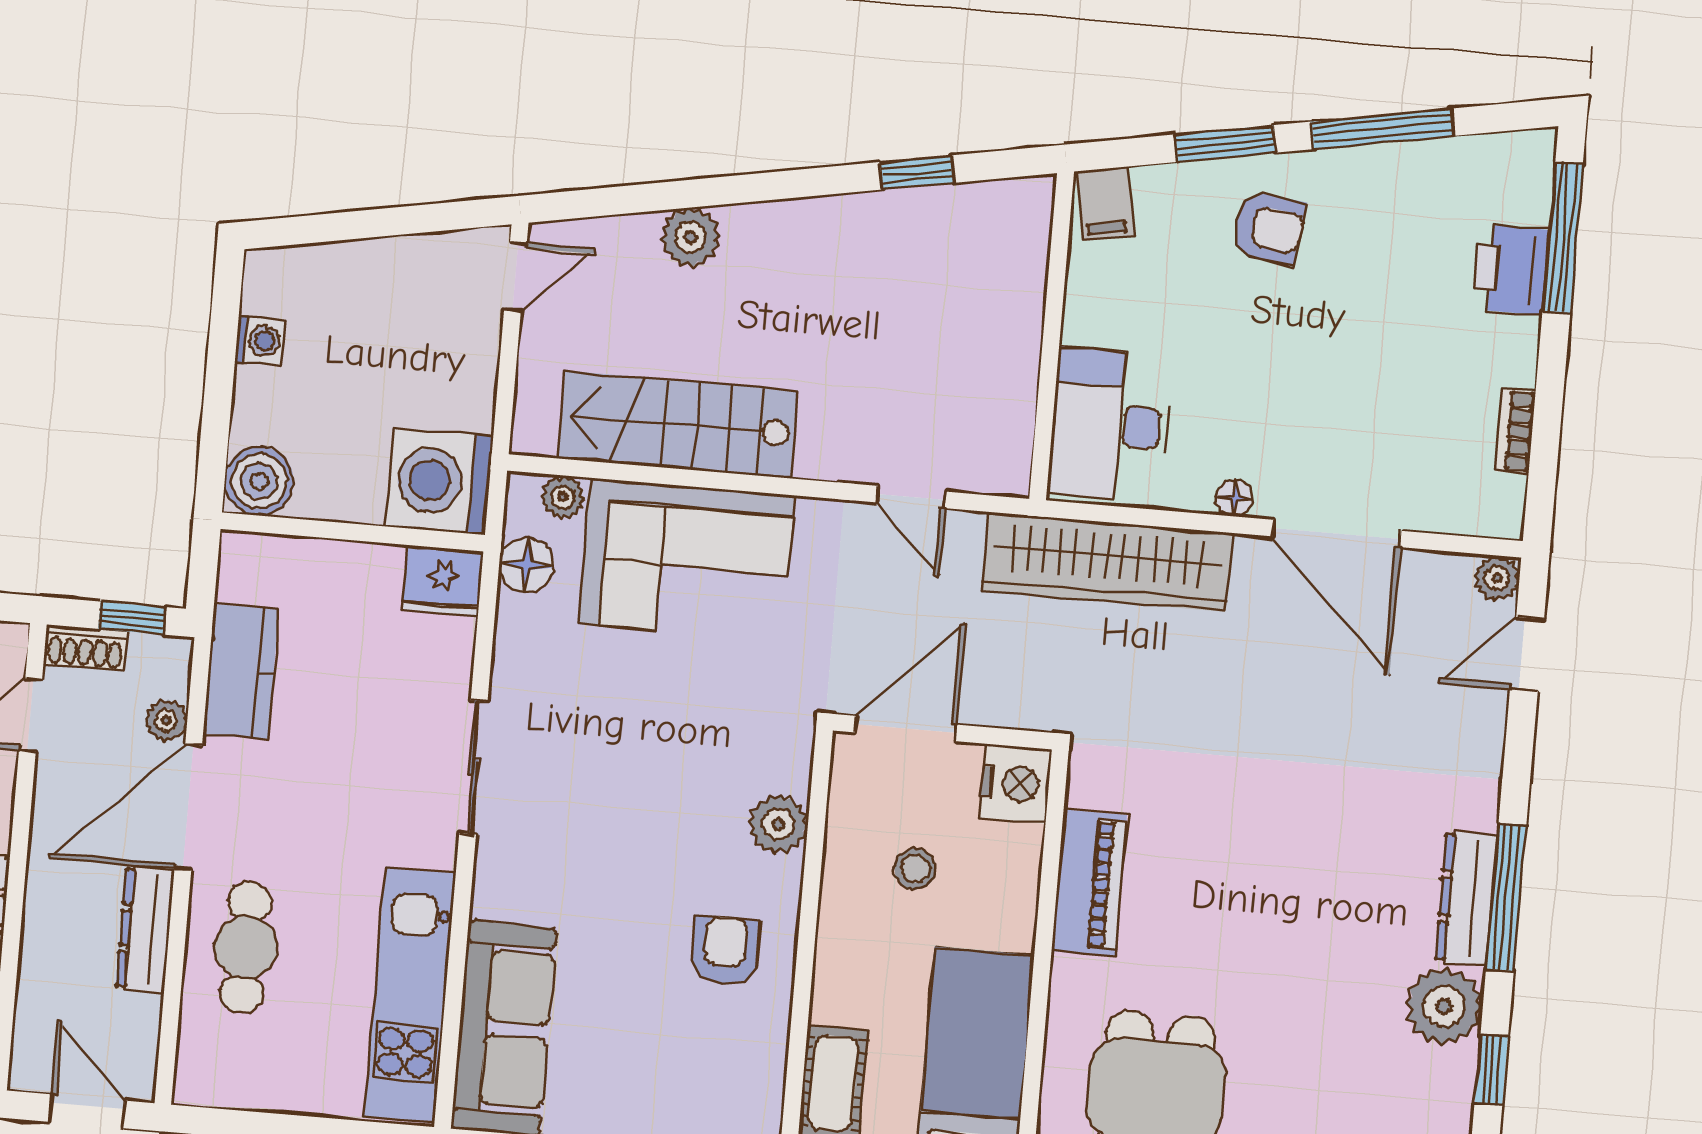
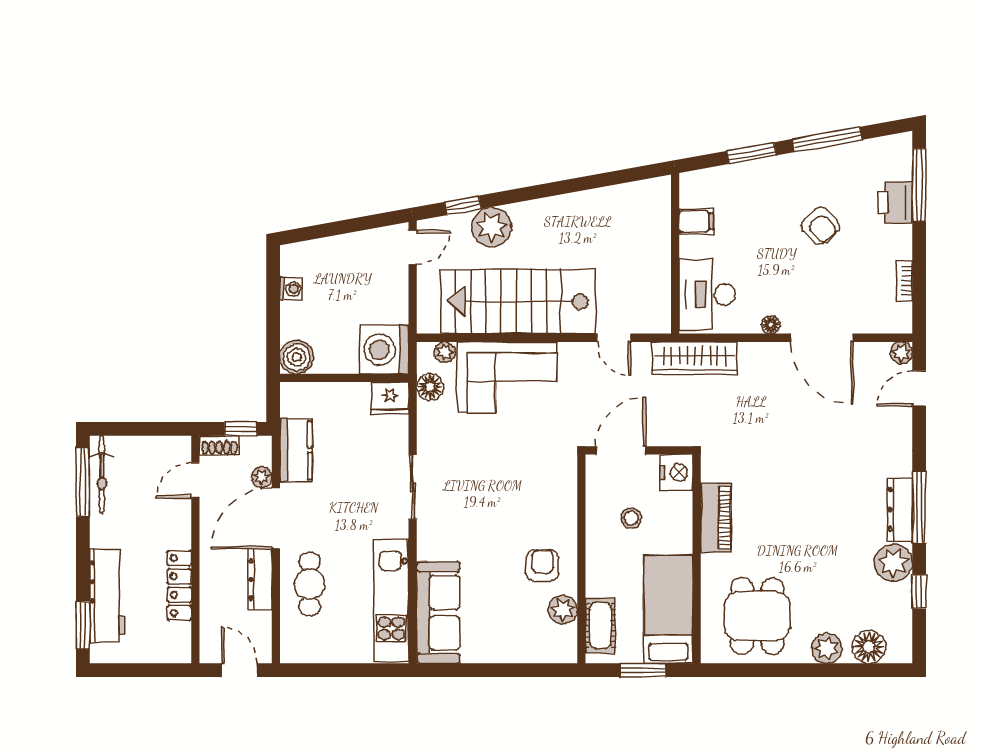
window: (917, 172) -> (463, 205), moved
filing cabinet: (1105, 204) -> (696, 222), moved, turned -80
armchair: (1268, 228) -> (820, 226), moved, turned 41
plant: (690, 237) -> (492, 227), width x1.36, depth x1.36
stairs: (678, 425) -> (518, 301), width x1.36, depth x1.51
wardrobe: (1107, 562) -> (694, 358), width x0.71, depth x0.85
plant: (778, 824) -> (563, 610), moved

